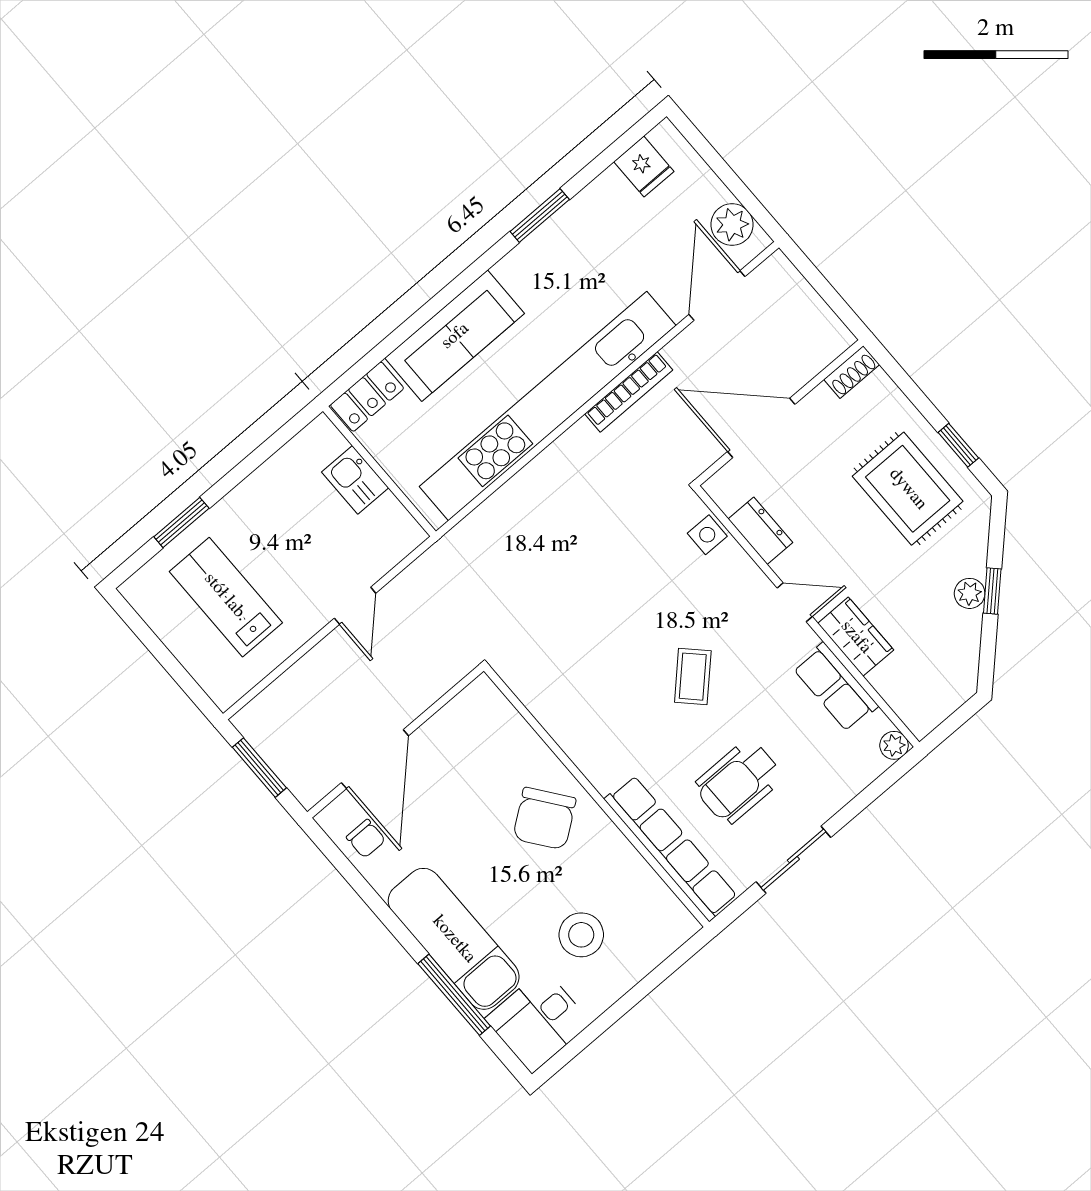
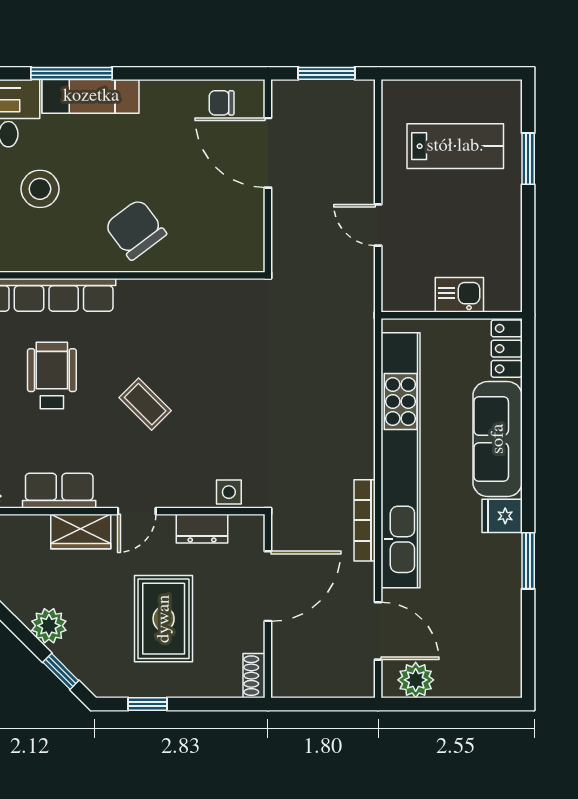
fridge: (644, 167) -> (502, 516), moved
rug: (908, 489) -> (164, 619), moved, turned 90
window: (992, 591) -> (61, 671), moved
plant: (970, 593) -> (49, 626), width x1.38, depth x1.38
exam couch: (454, 939) -> (91, 96), width x0.73, depth x0.69

